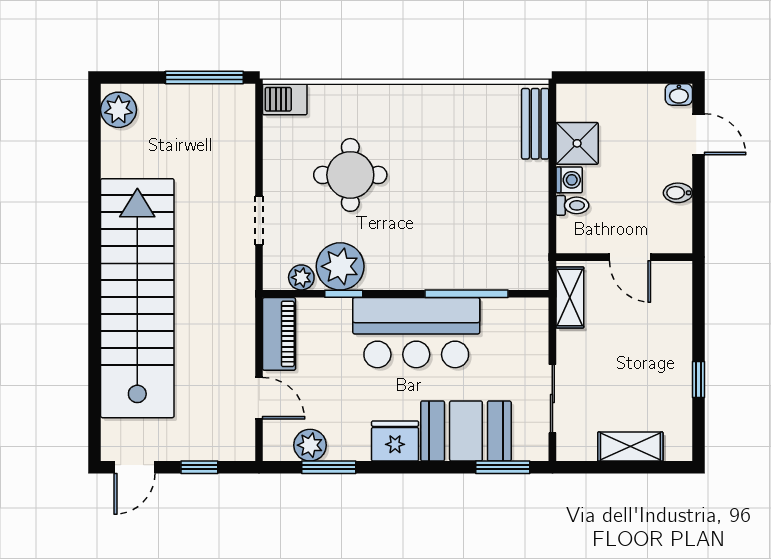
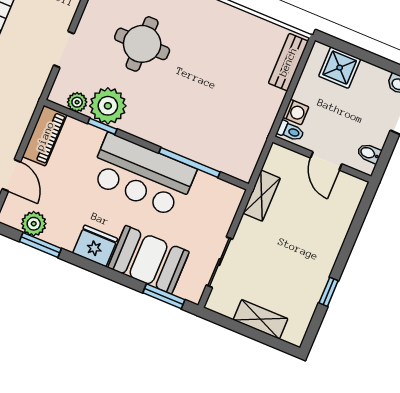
shower: (577, 143) -> (340, 68), moved
wall: (624, 257) -> (322, 159), moved
door: (630, 257) -> (326, 161), moved

